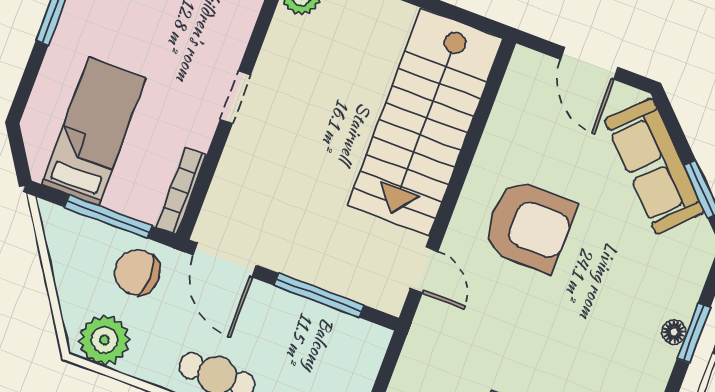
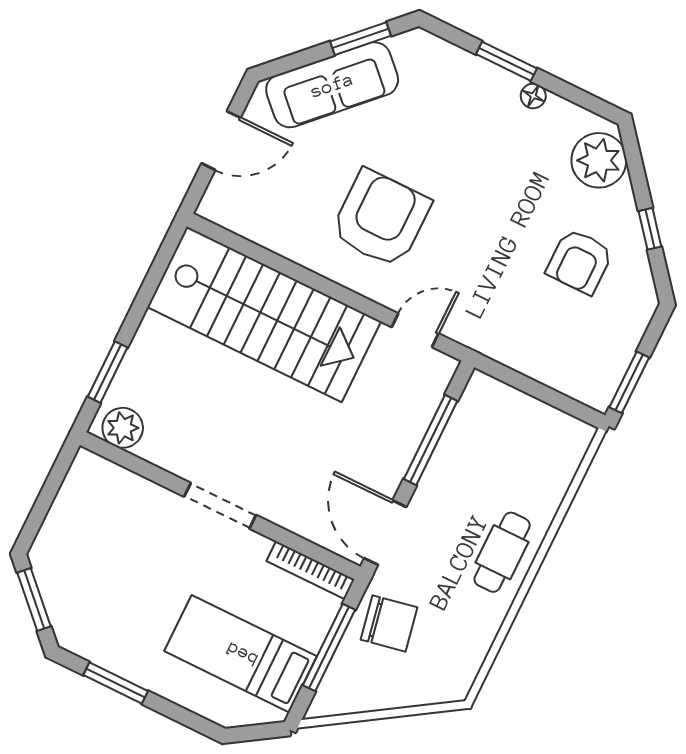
doorway: (235, 97) -> (220, 506), width x1.38
door: (225, 260) -> (385, 533), swing flipped
chair: (137, 272) -> (389, 623), turned -101
floor lamp: (674, 332) -> (533, 96), moved
plant: (104, 340) -> (455, 664), removed

